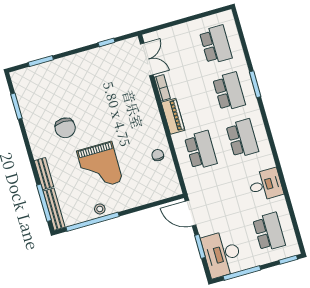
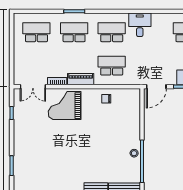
double door: (147, 59) -> (33, 87), swing flipped
chair: (65, 128) -> (66, 162), removed
grand piano: (100, 166) -> (65, 106), moved, turned 180
desk: (266, 185) -> (140, 25), moved

